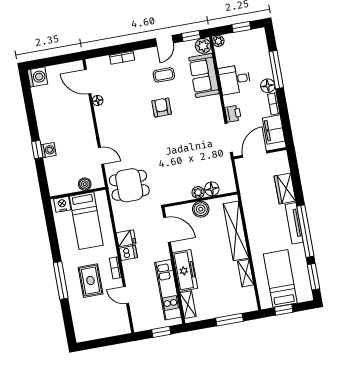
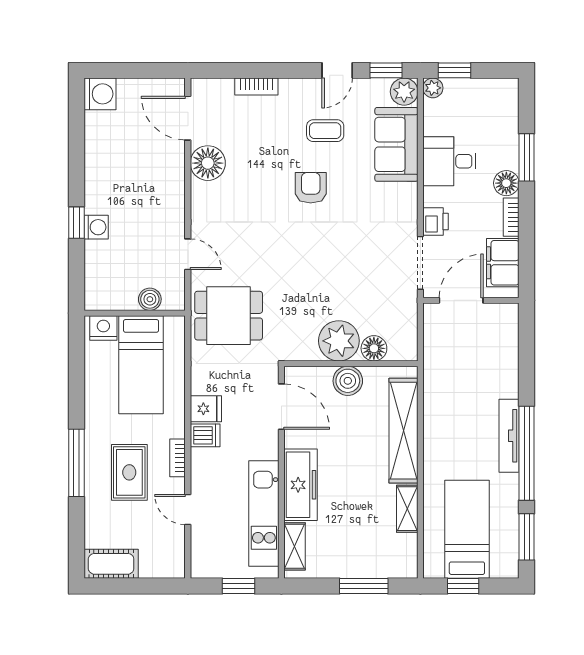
window: (241, 27) -> (454, 70), moved
window: (276, 70) -> (527, 157), width x0.69
floor lamp: (98, 100) -> (208, 163), width x1.89, depth x1.89
wardrobe: (285, 189) -> (504, 371), removed
plant: (198, 192) -> (339, 341), width x1.88, depth x1.88
cot: (90, 332) -> (111, 564), added

